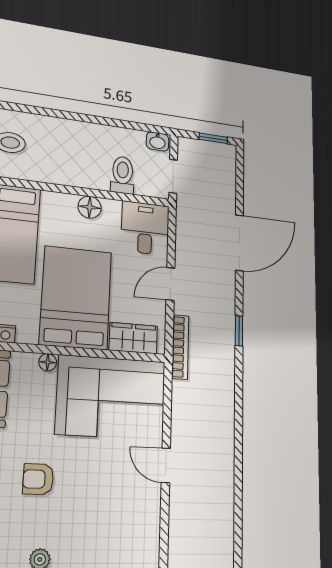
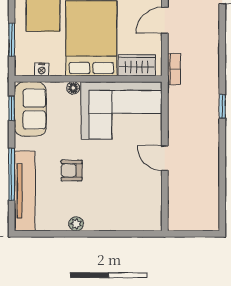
window: (239, 331) -> (222, 106), moved
bookcase: (180, 347) -> (174, 69), width x0.64

